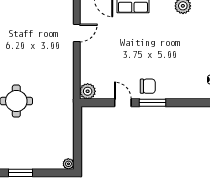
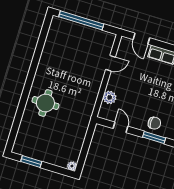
plant: (88, 91) -> (110, 97), moved
door: (123, 103) -> (121, 127), moved

